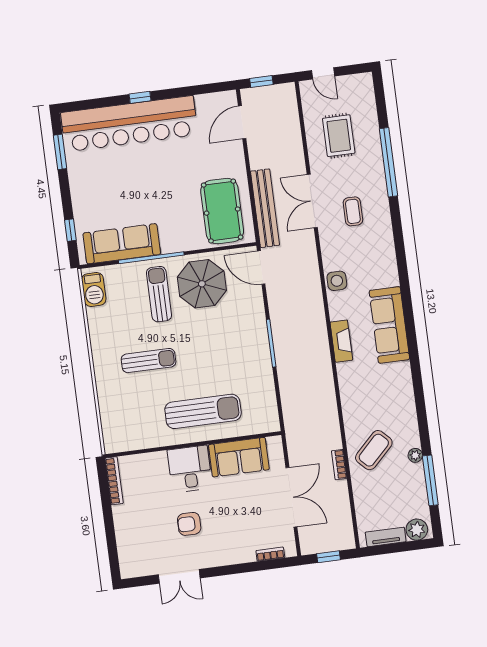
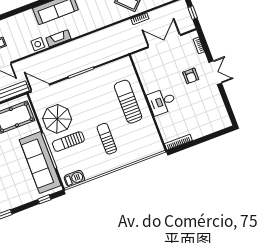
sofa: (122, 244) -> (40, 163), width x1.36, depth x1.27
door: (261, 268) -> (40, 88), swing flipped
fireplace: (341, 341) -> (59, 38), moved
sofa: (239, 457) -> (149, 76), removed
armchair: (189, 524) -> (191, 76), moved
double door: (179, 576) -> (215, 73), moved

